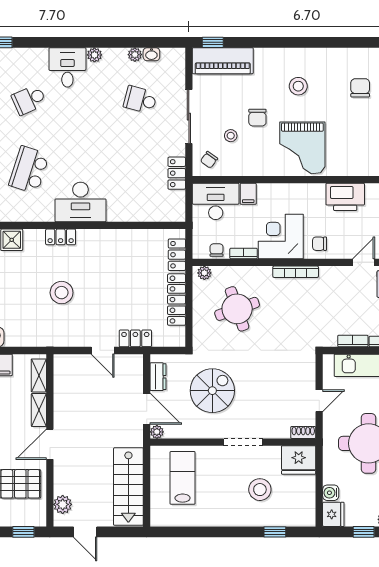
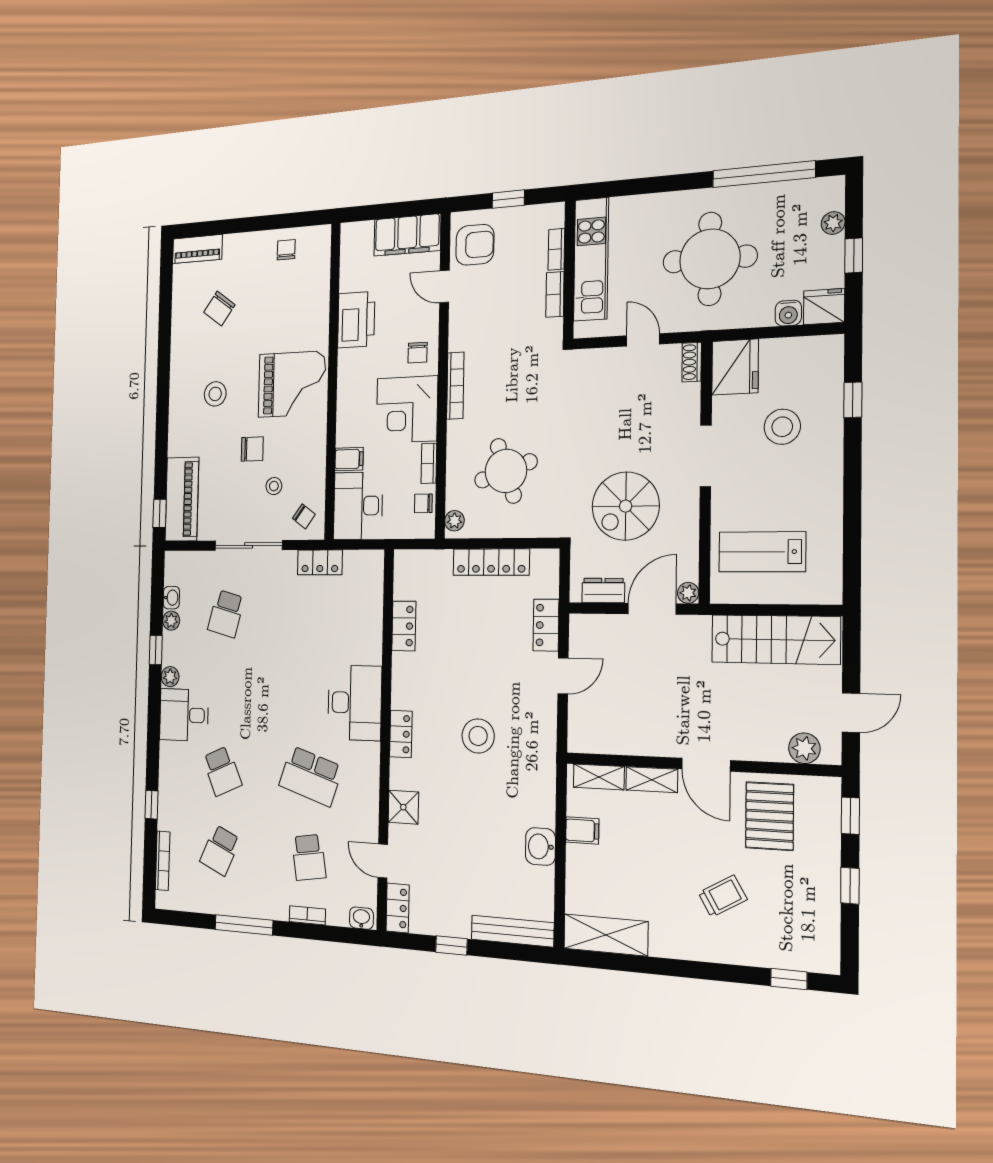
window: (113, 42) -> (156, 650), added
chair: (360, 88) -> (219, 309), turned -54
locker: (177, 255) -> (404, 626), moved, turned -90
spiral stairs: (212, 391) -> (626, 506), turned -90

